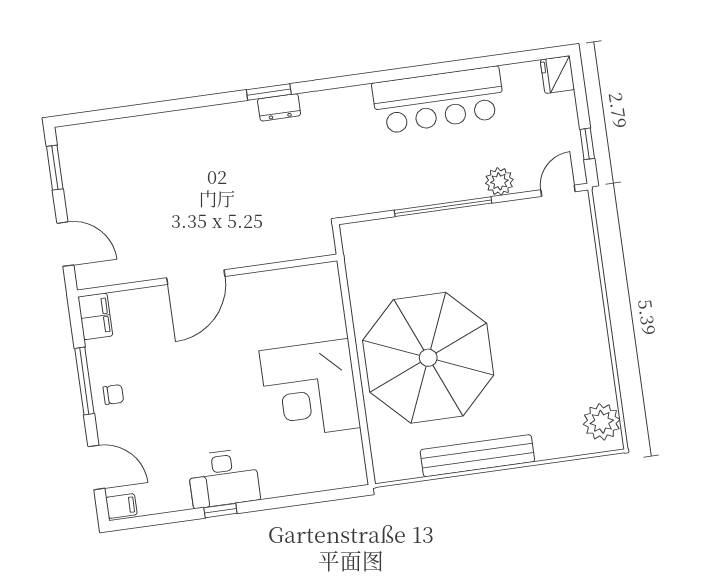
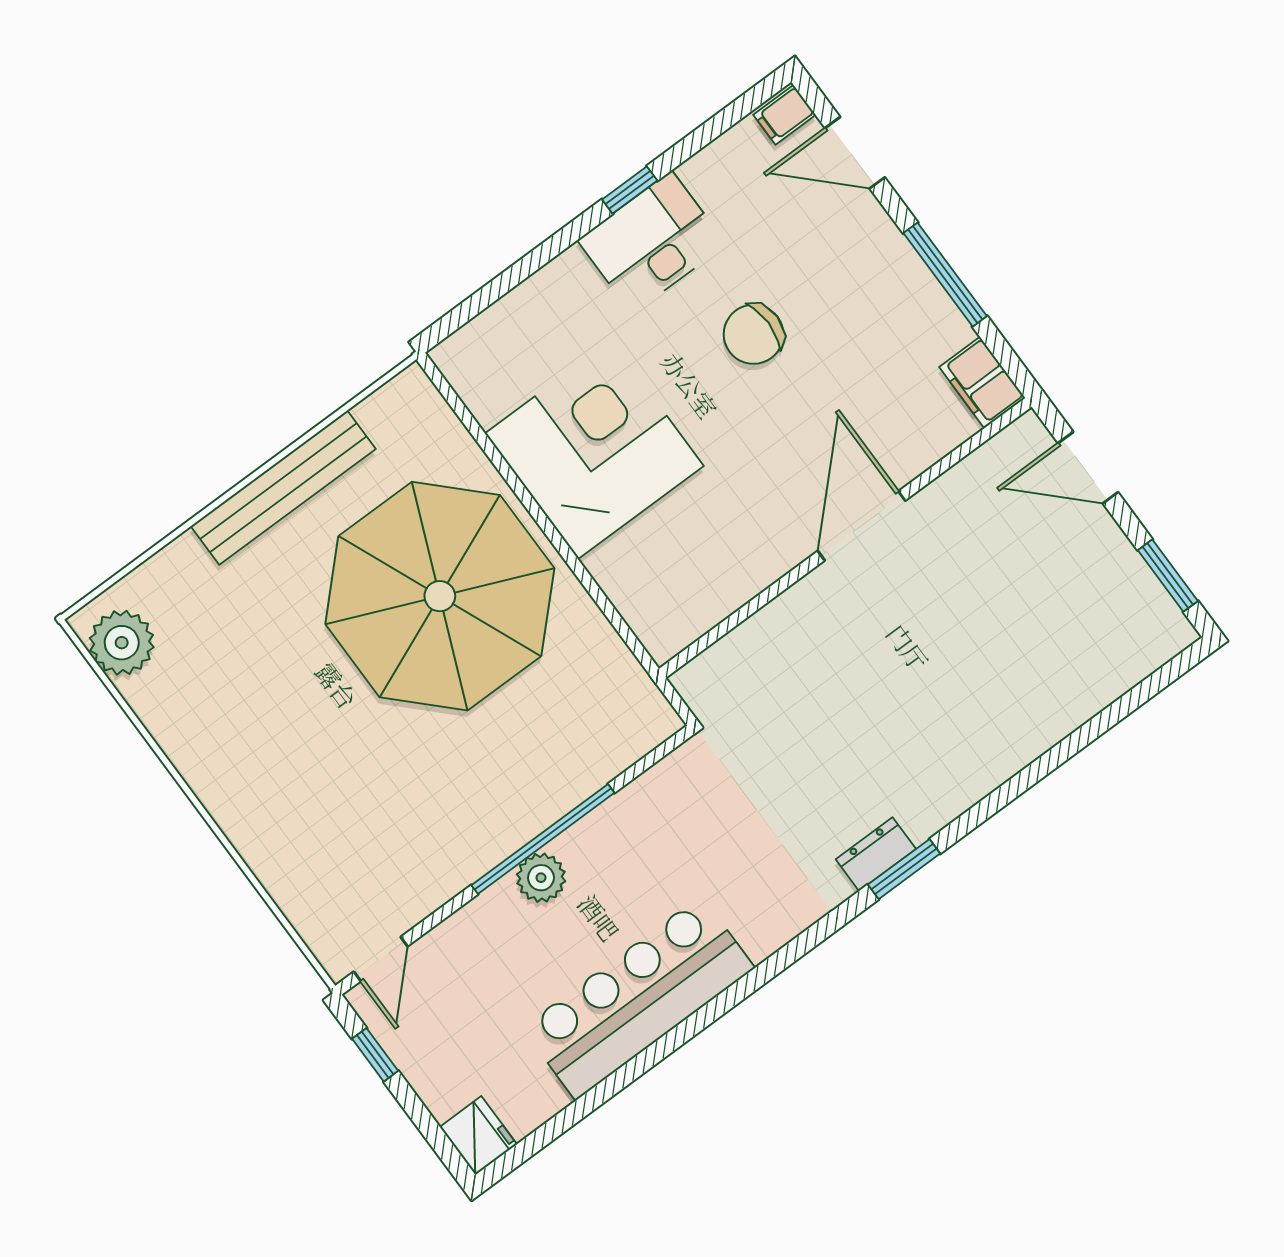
plant: (499, 181) -> (541, 878), moved
chair: (113, 395) -> (753, 334), moved, width x1.87, depth x1.87

